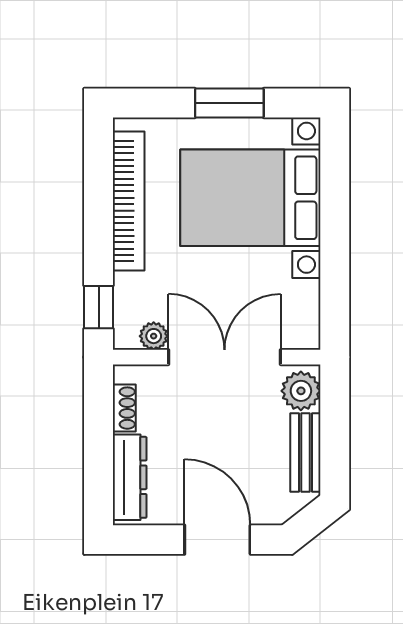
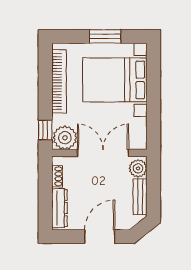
plant: (154, 336) -> (65, 138), width x1.88, depth x1.88
door: (217, 540) -> (100, 237), hinge flipped

